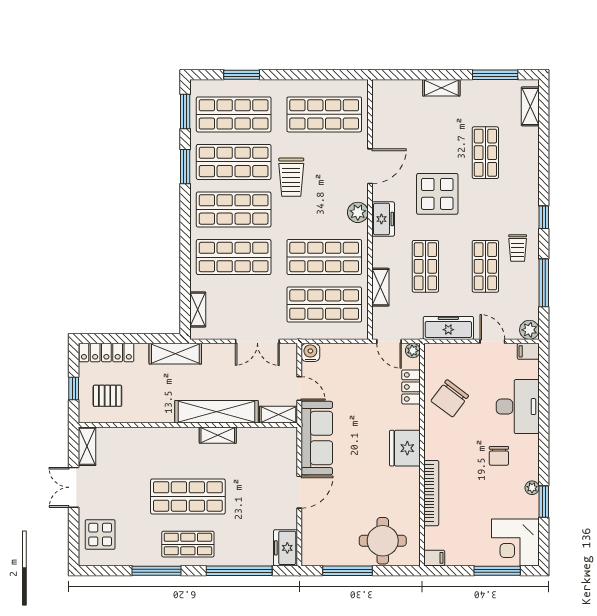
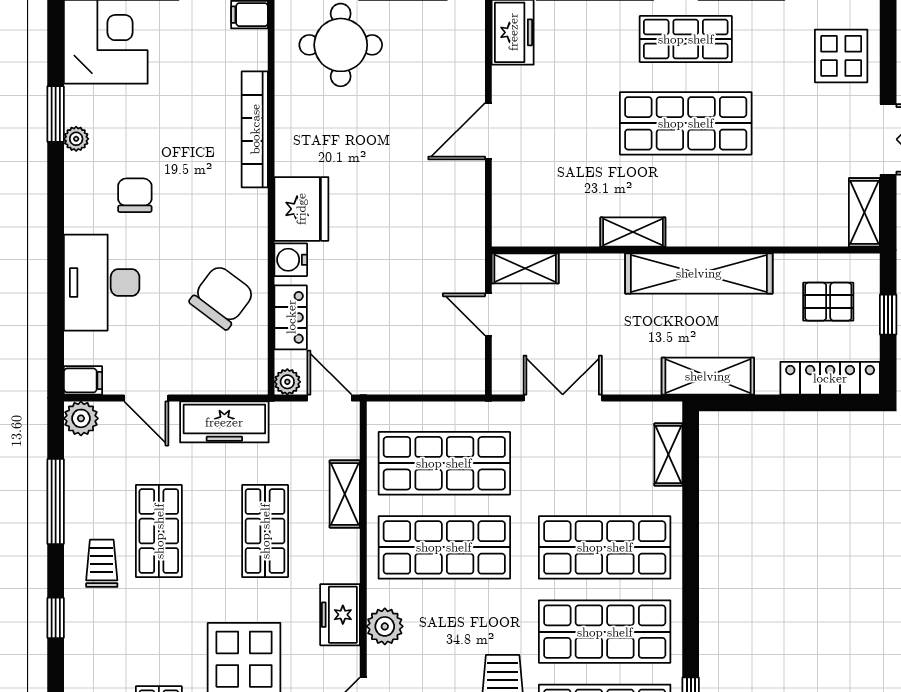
water cooler: (310, 352) -> (291, 260), moved, turned 90
shelving: (216, 412) -> (699, 273), moved
sofa: (317, 438) -> (457, 227), removed

